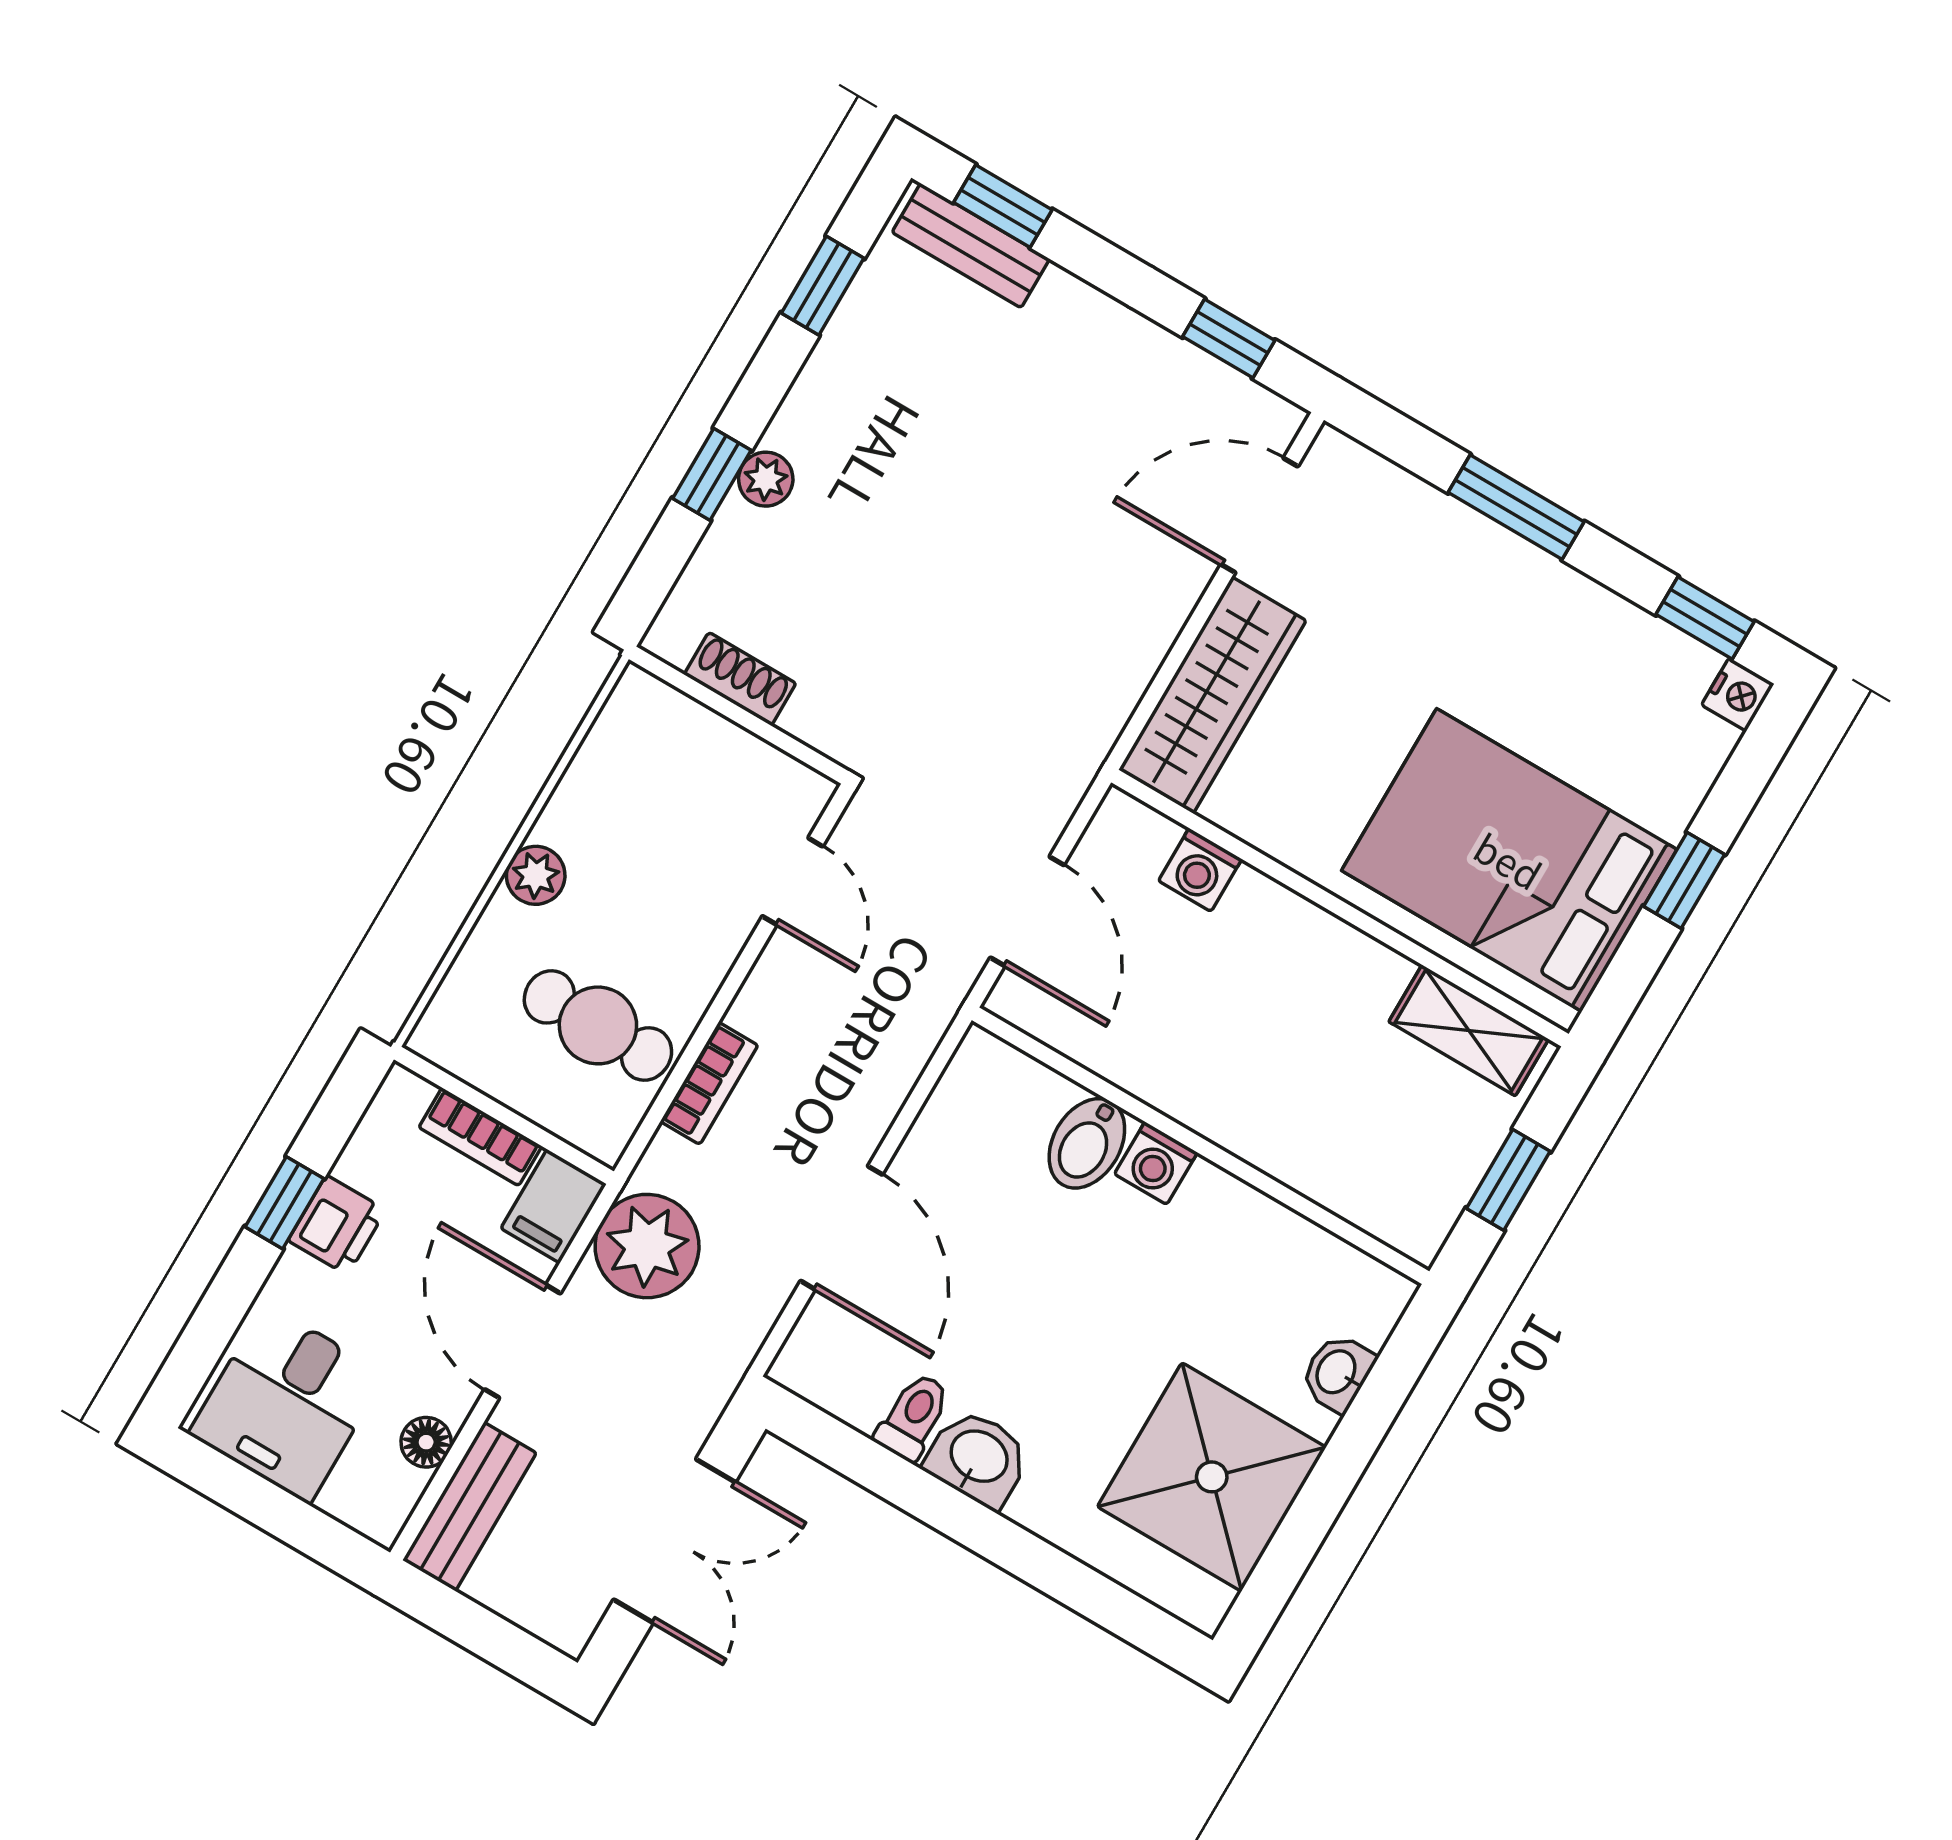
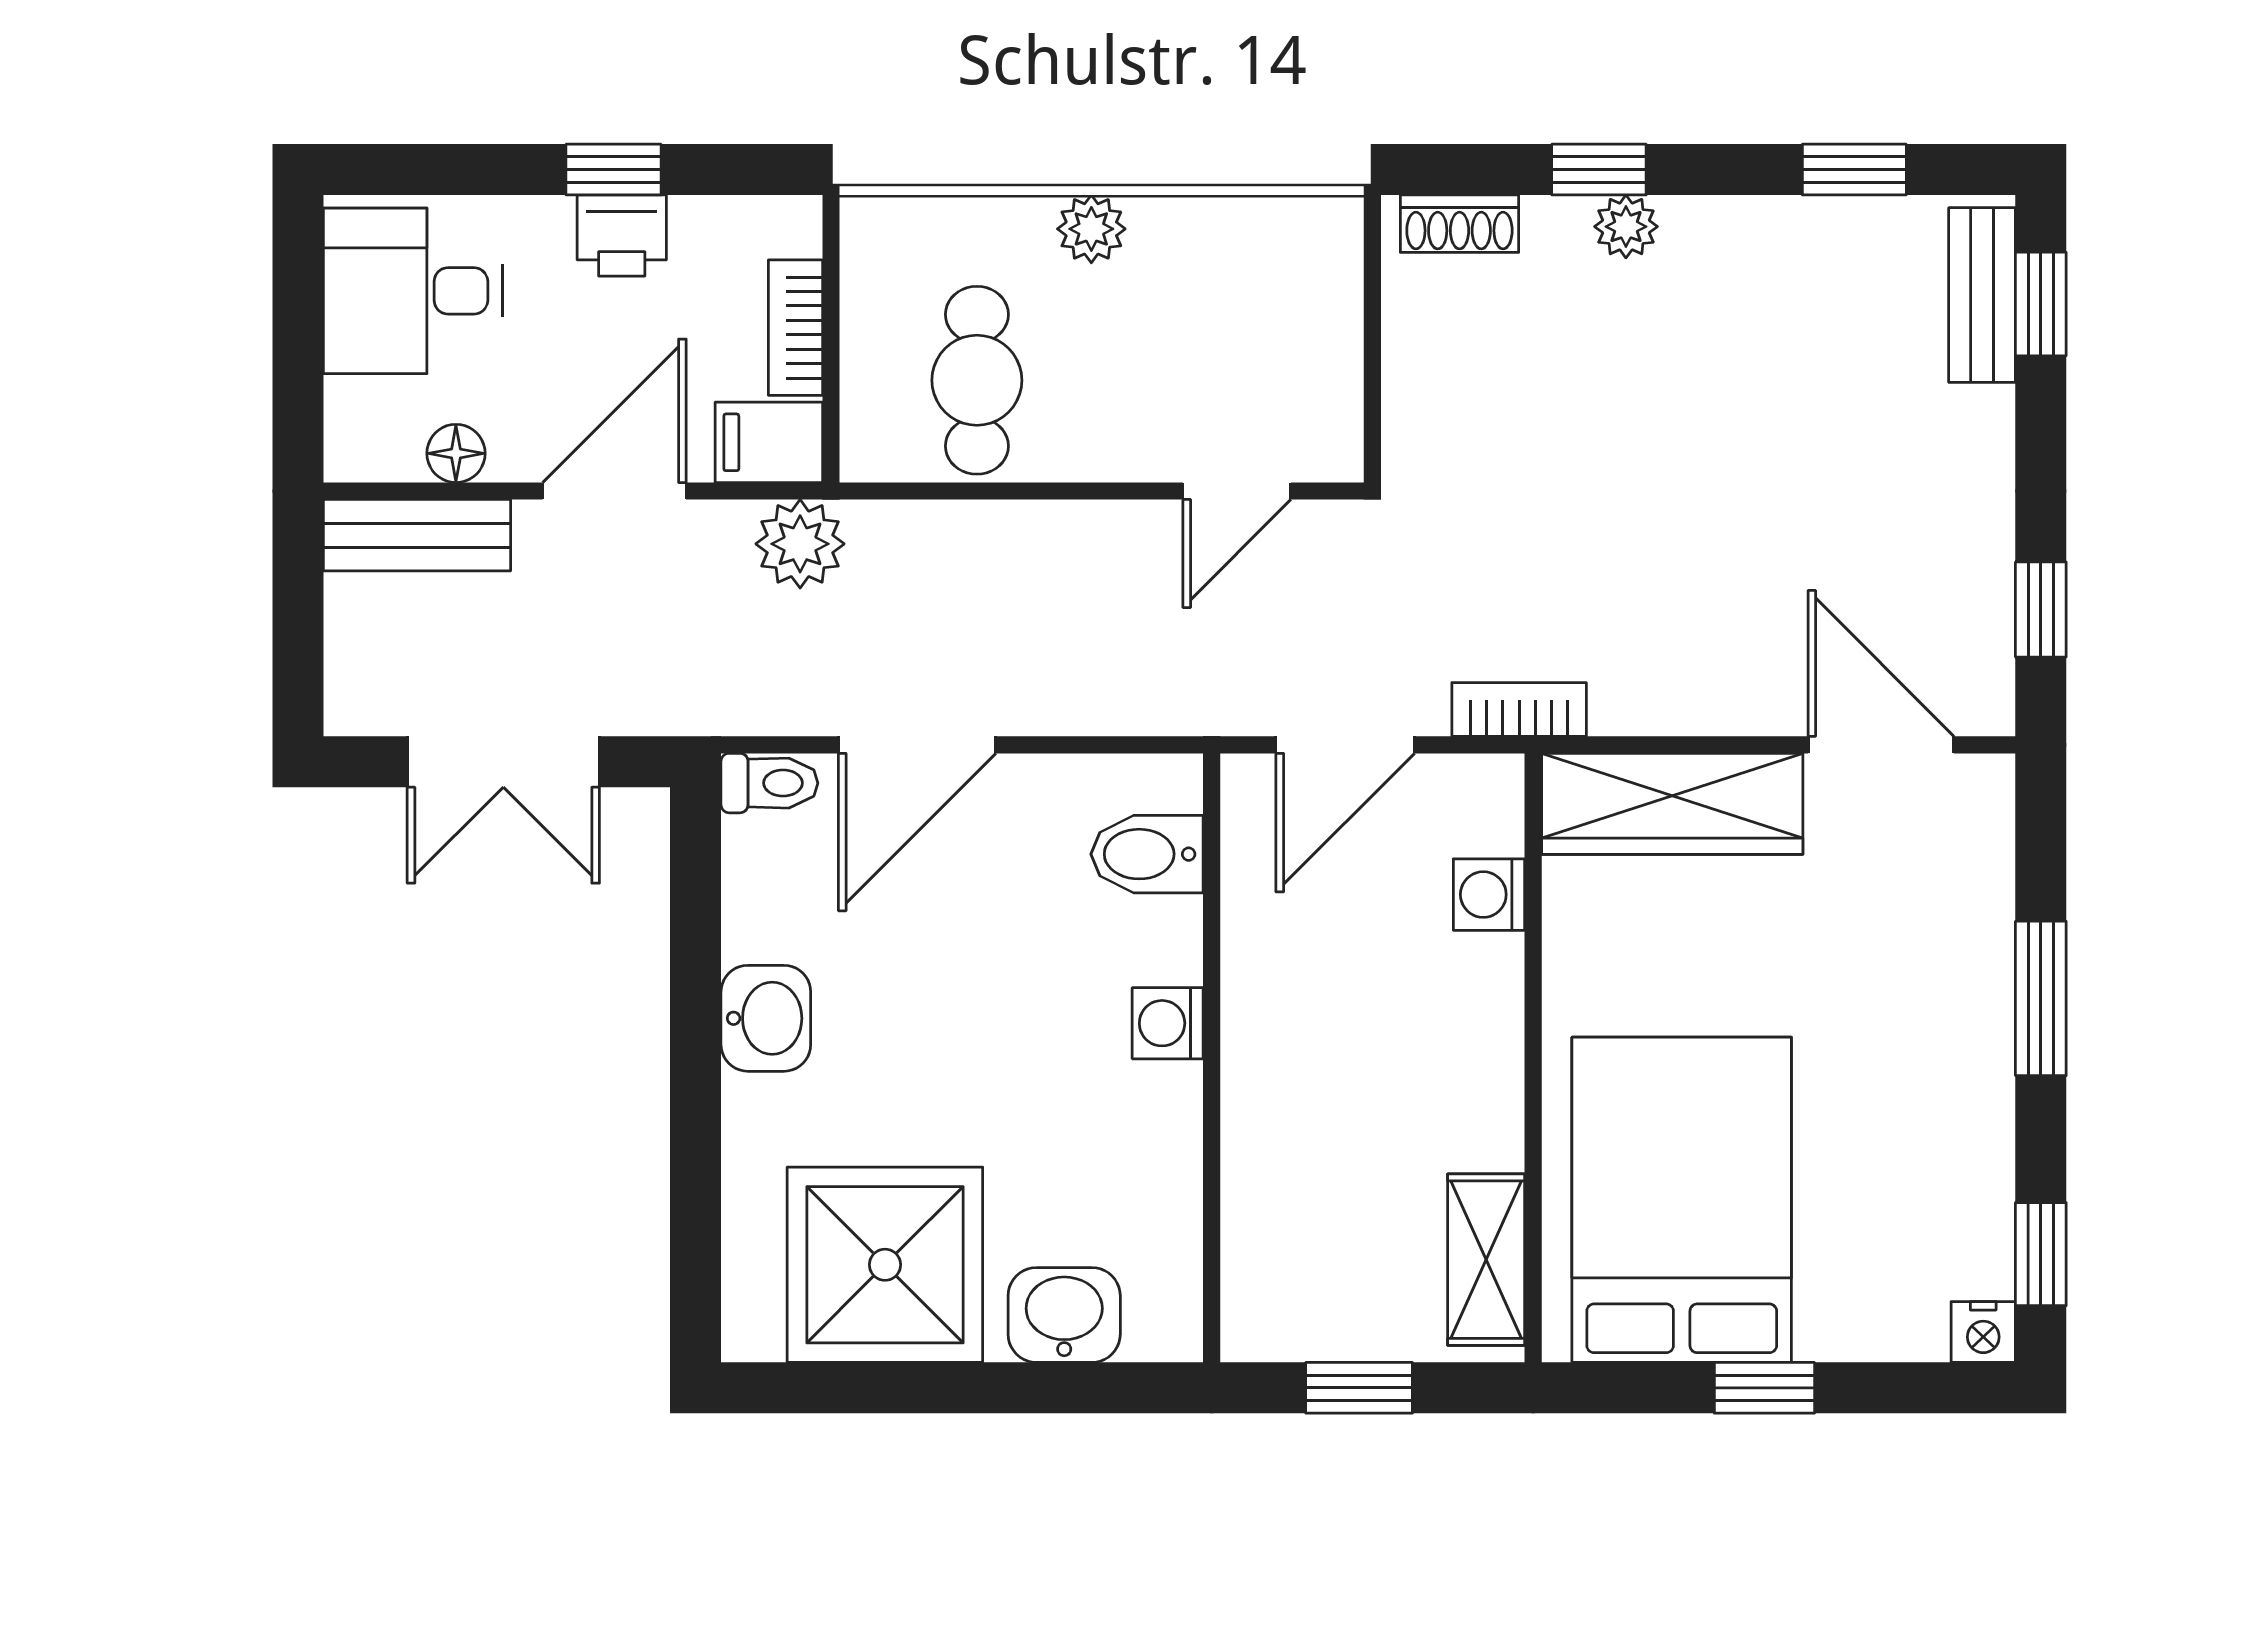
shoe rack: (740, 679) -> (1459, 224), moved, turned 90
bookcase: (709, 1083) -> (1519, 709), moved, turned 180
bidet: (1087, 1143) -> (1147, 854), moved
plant: (647, 1246) -> (800, 544), width x0.73, depth x0.73
washbasin: (1337, 1373) -> (1064, 1315), width x1.38, depth x1.45
toilet: (913, 1417) -> (769, 783), moved

